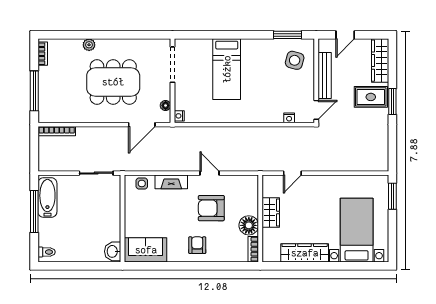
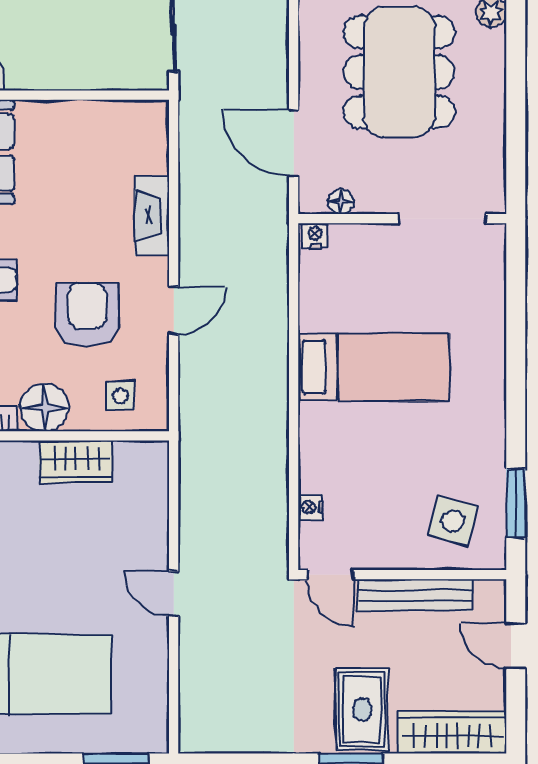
bed: (227, 69) -> (374, 367), moved, turned 180
door: (292, 173) -> (174, 594), moved
side table: (142, 183) -> (121, 396), moved

